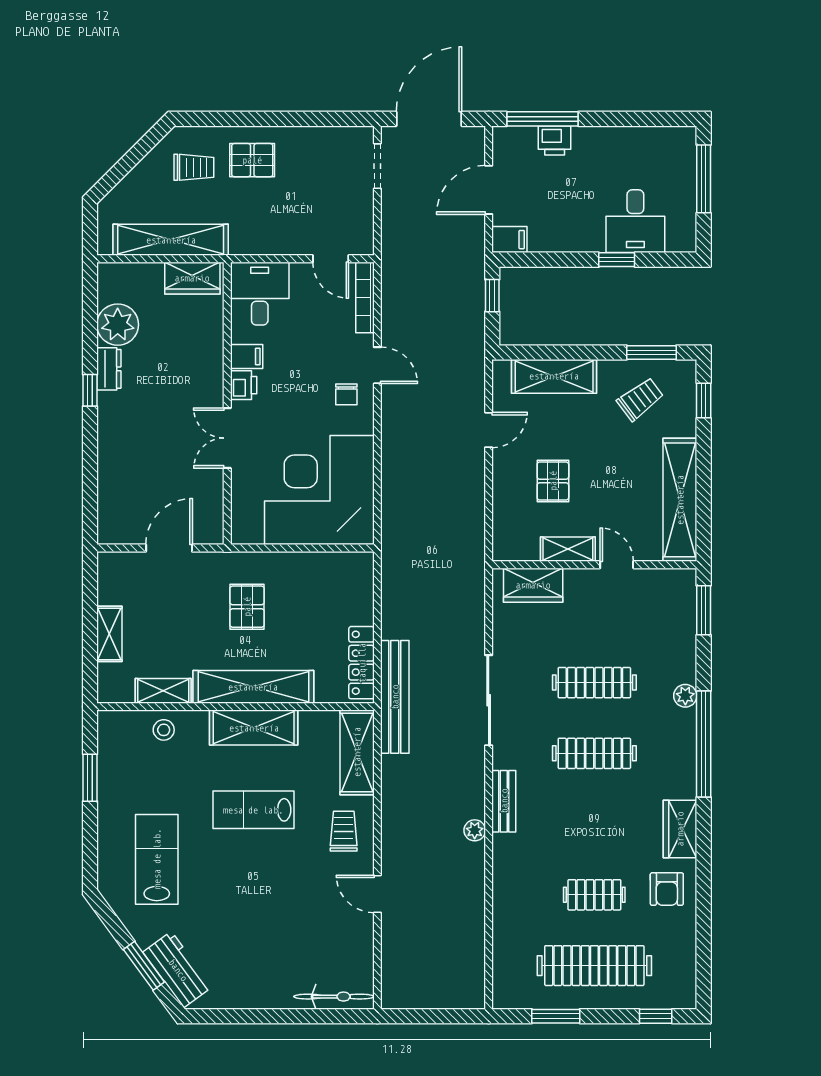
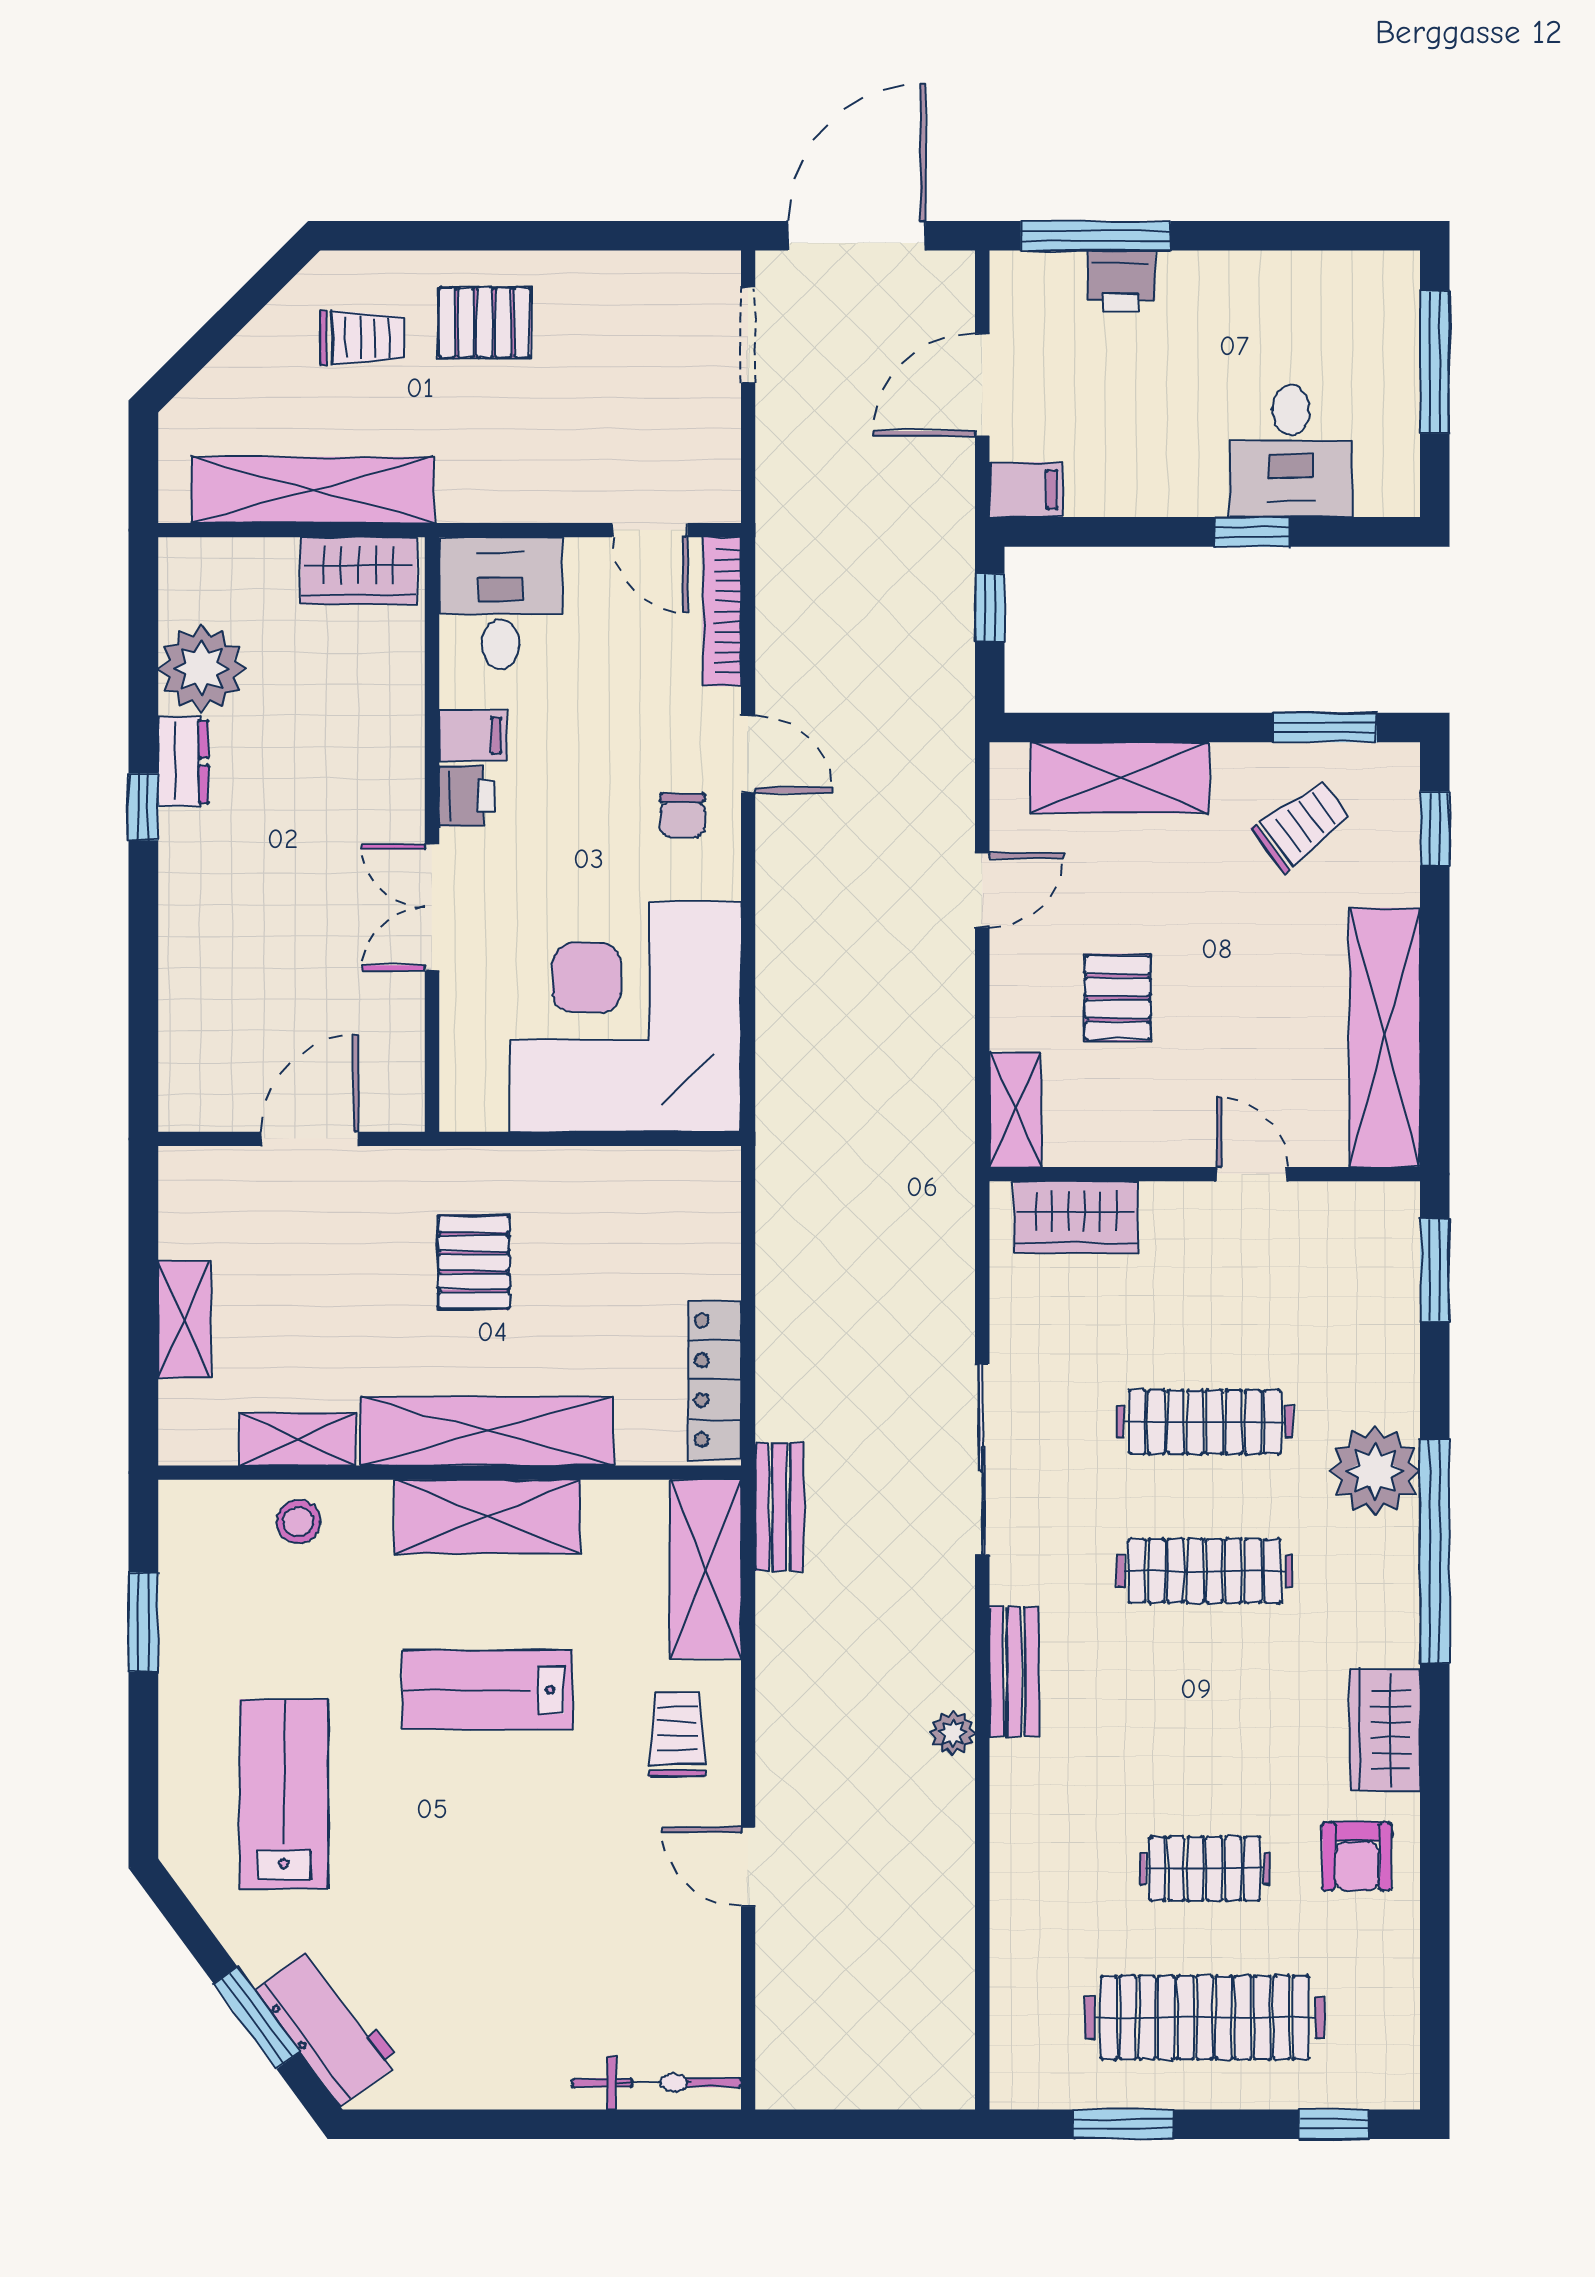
shelving: (568, 549) -> (1015, 1110), moved, turned 90
plant: (685, 696) -> (1375, 1471), width x1.88, depth x1.88
bench: (395, 697) -> (780, 1507), width x0.54, depth x0.82

